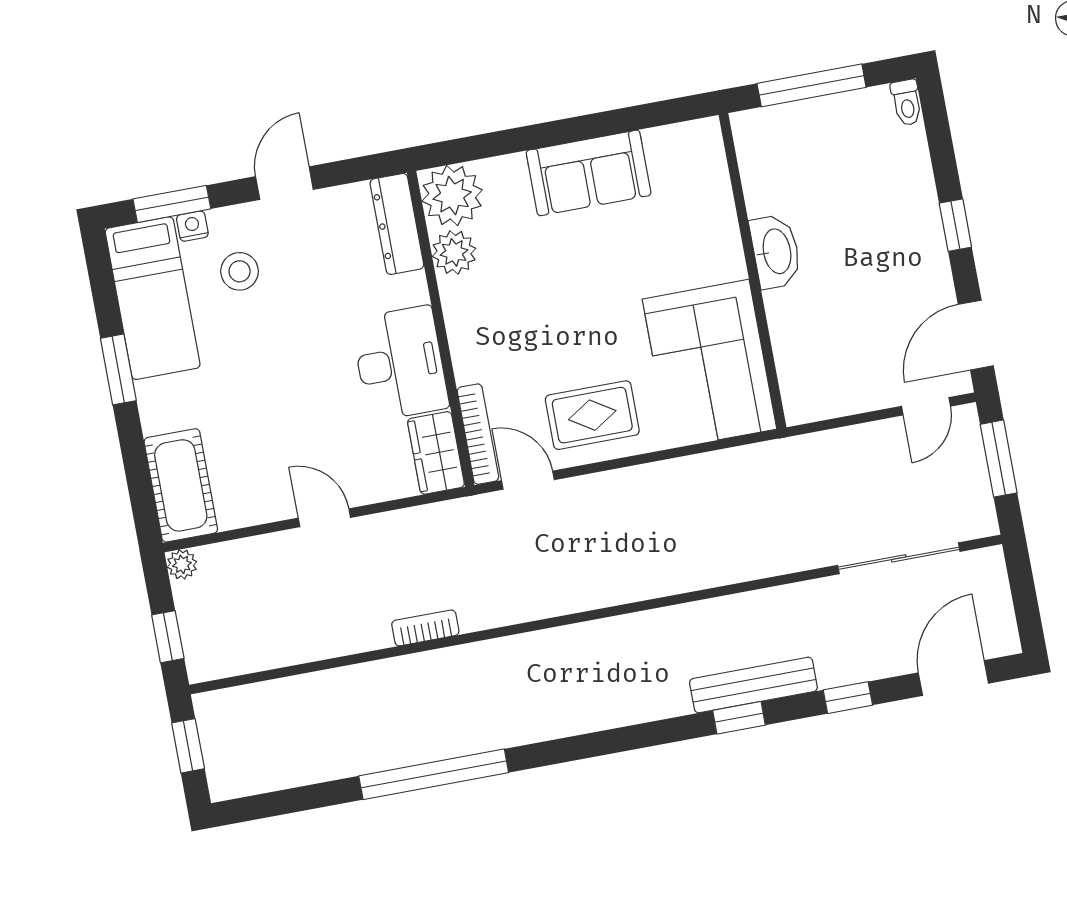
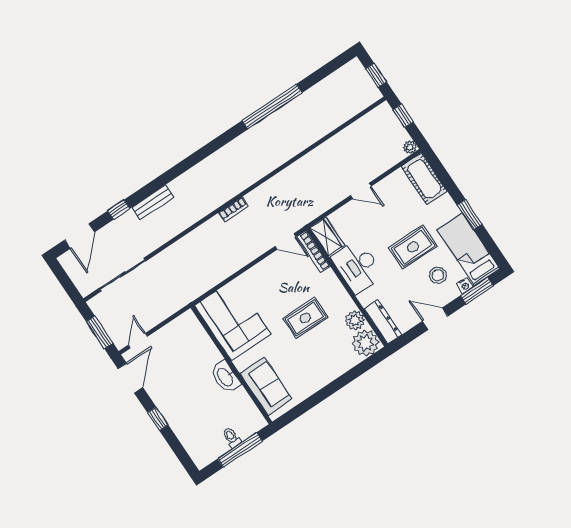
toilet: (907, 103) -> (232, 437), moved
sofa: (589, 173) -> (266, 386), moved, turned 90
door: (284, 183) -> (435, 319), swing flipped
rug: (266, 353) -> (413, 247), added
rug: (592, 415) -> (305, 318), moved
bookcase: (425, 628) -> (233, 209), moved
bench: (753, 685) -> (153, 202), width x0.73
window: (739, 718) -> (159, 183), removed

